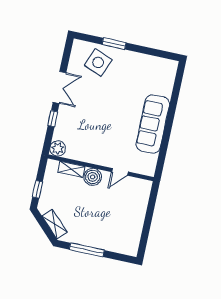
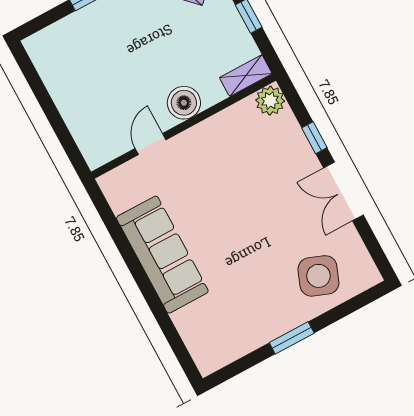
window: (114, 44) -> (292, 338), moved
shelving: (71, 169) -> (246, 76), moved

